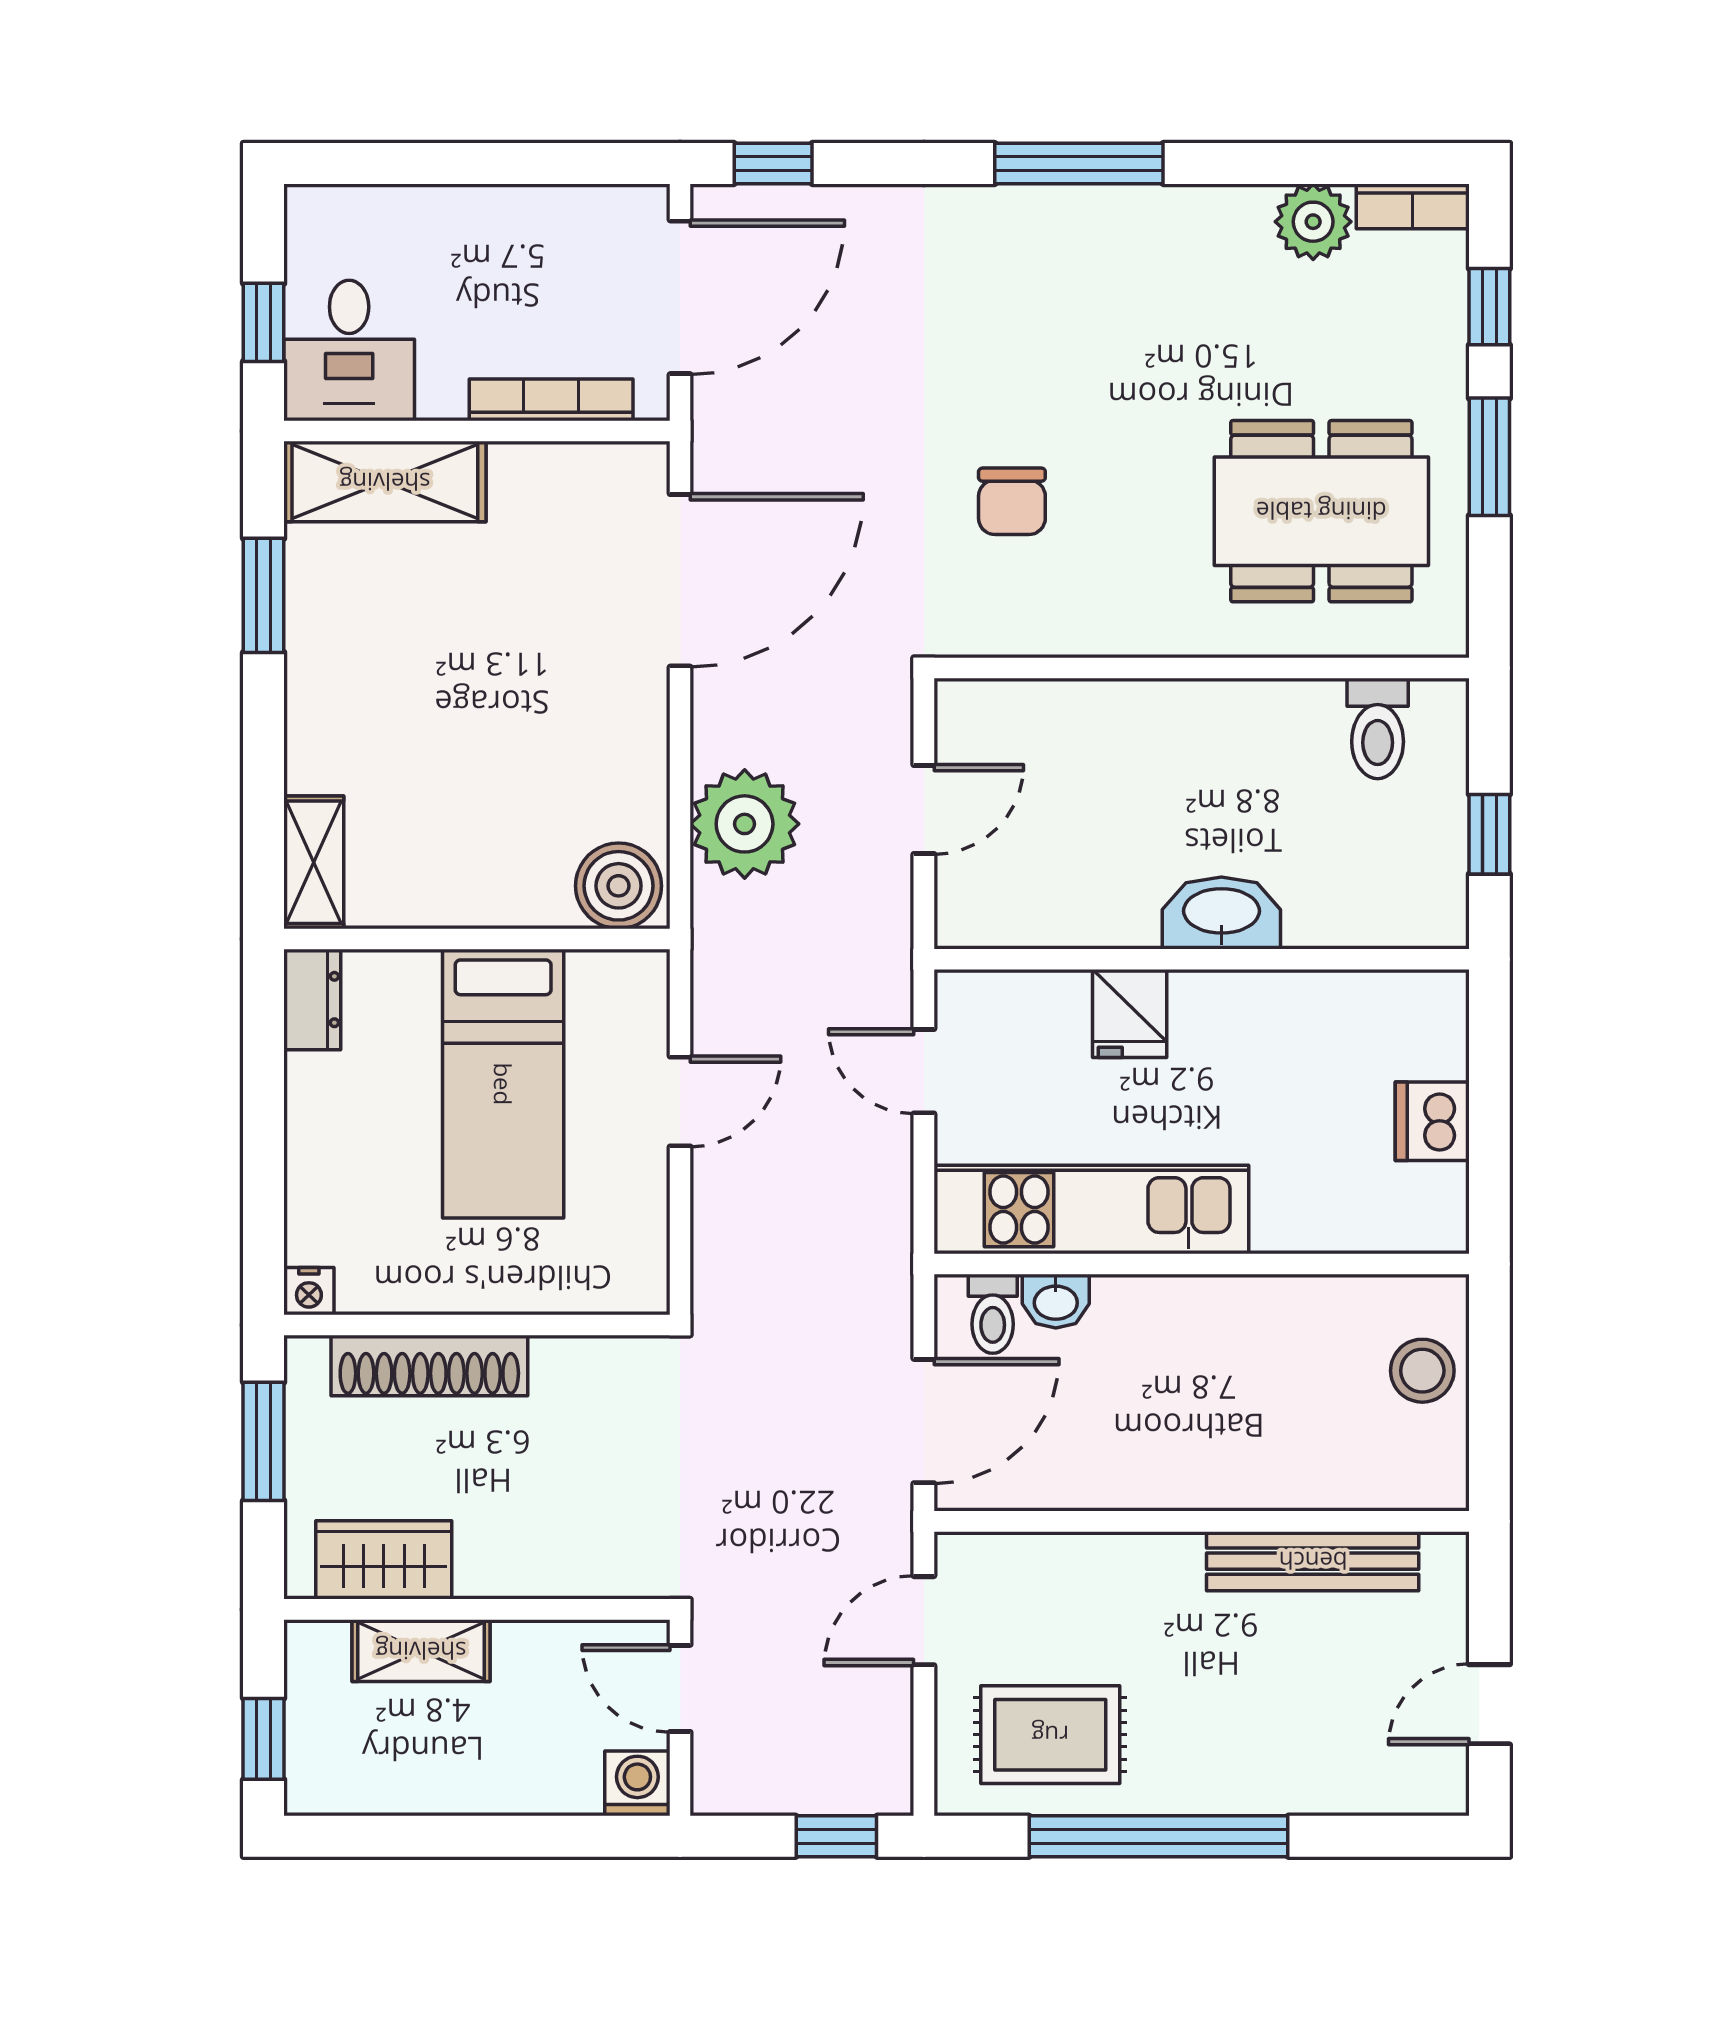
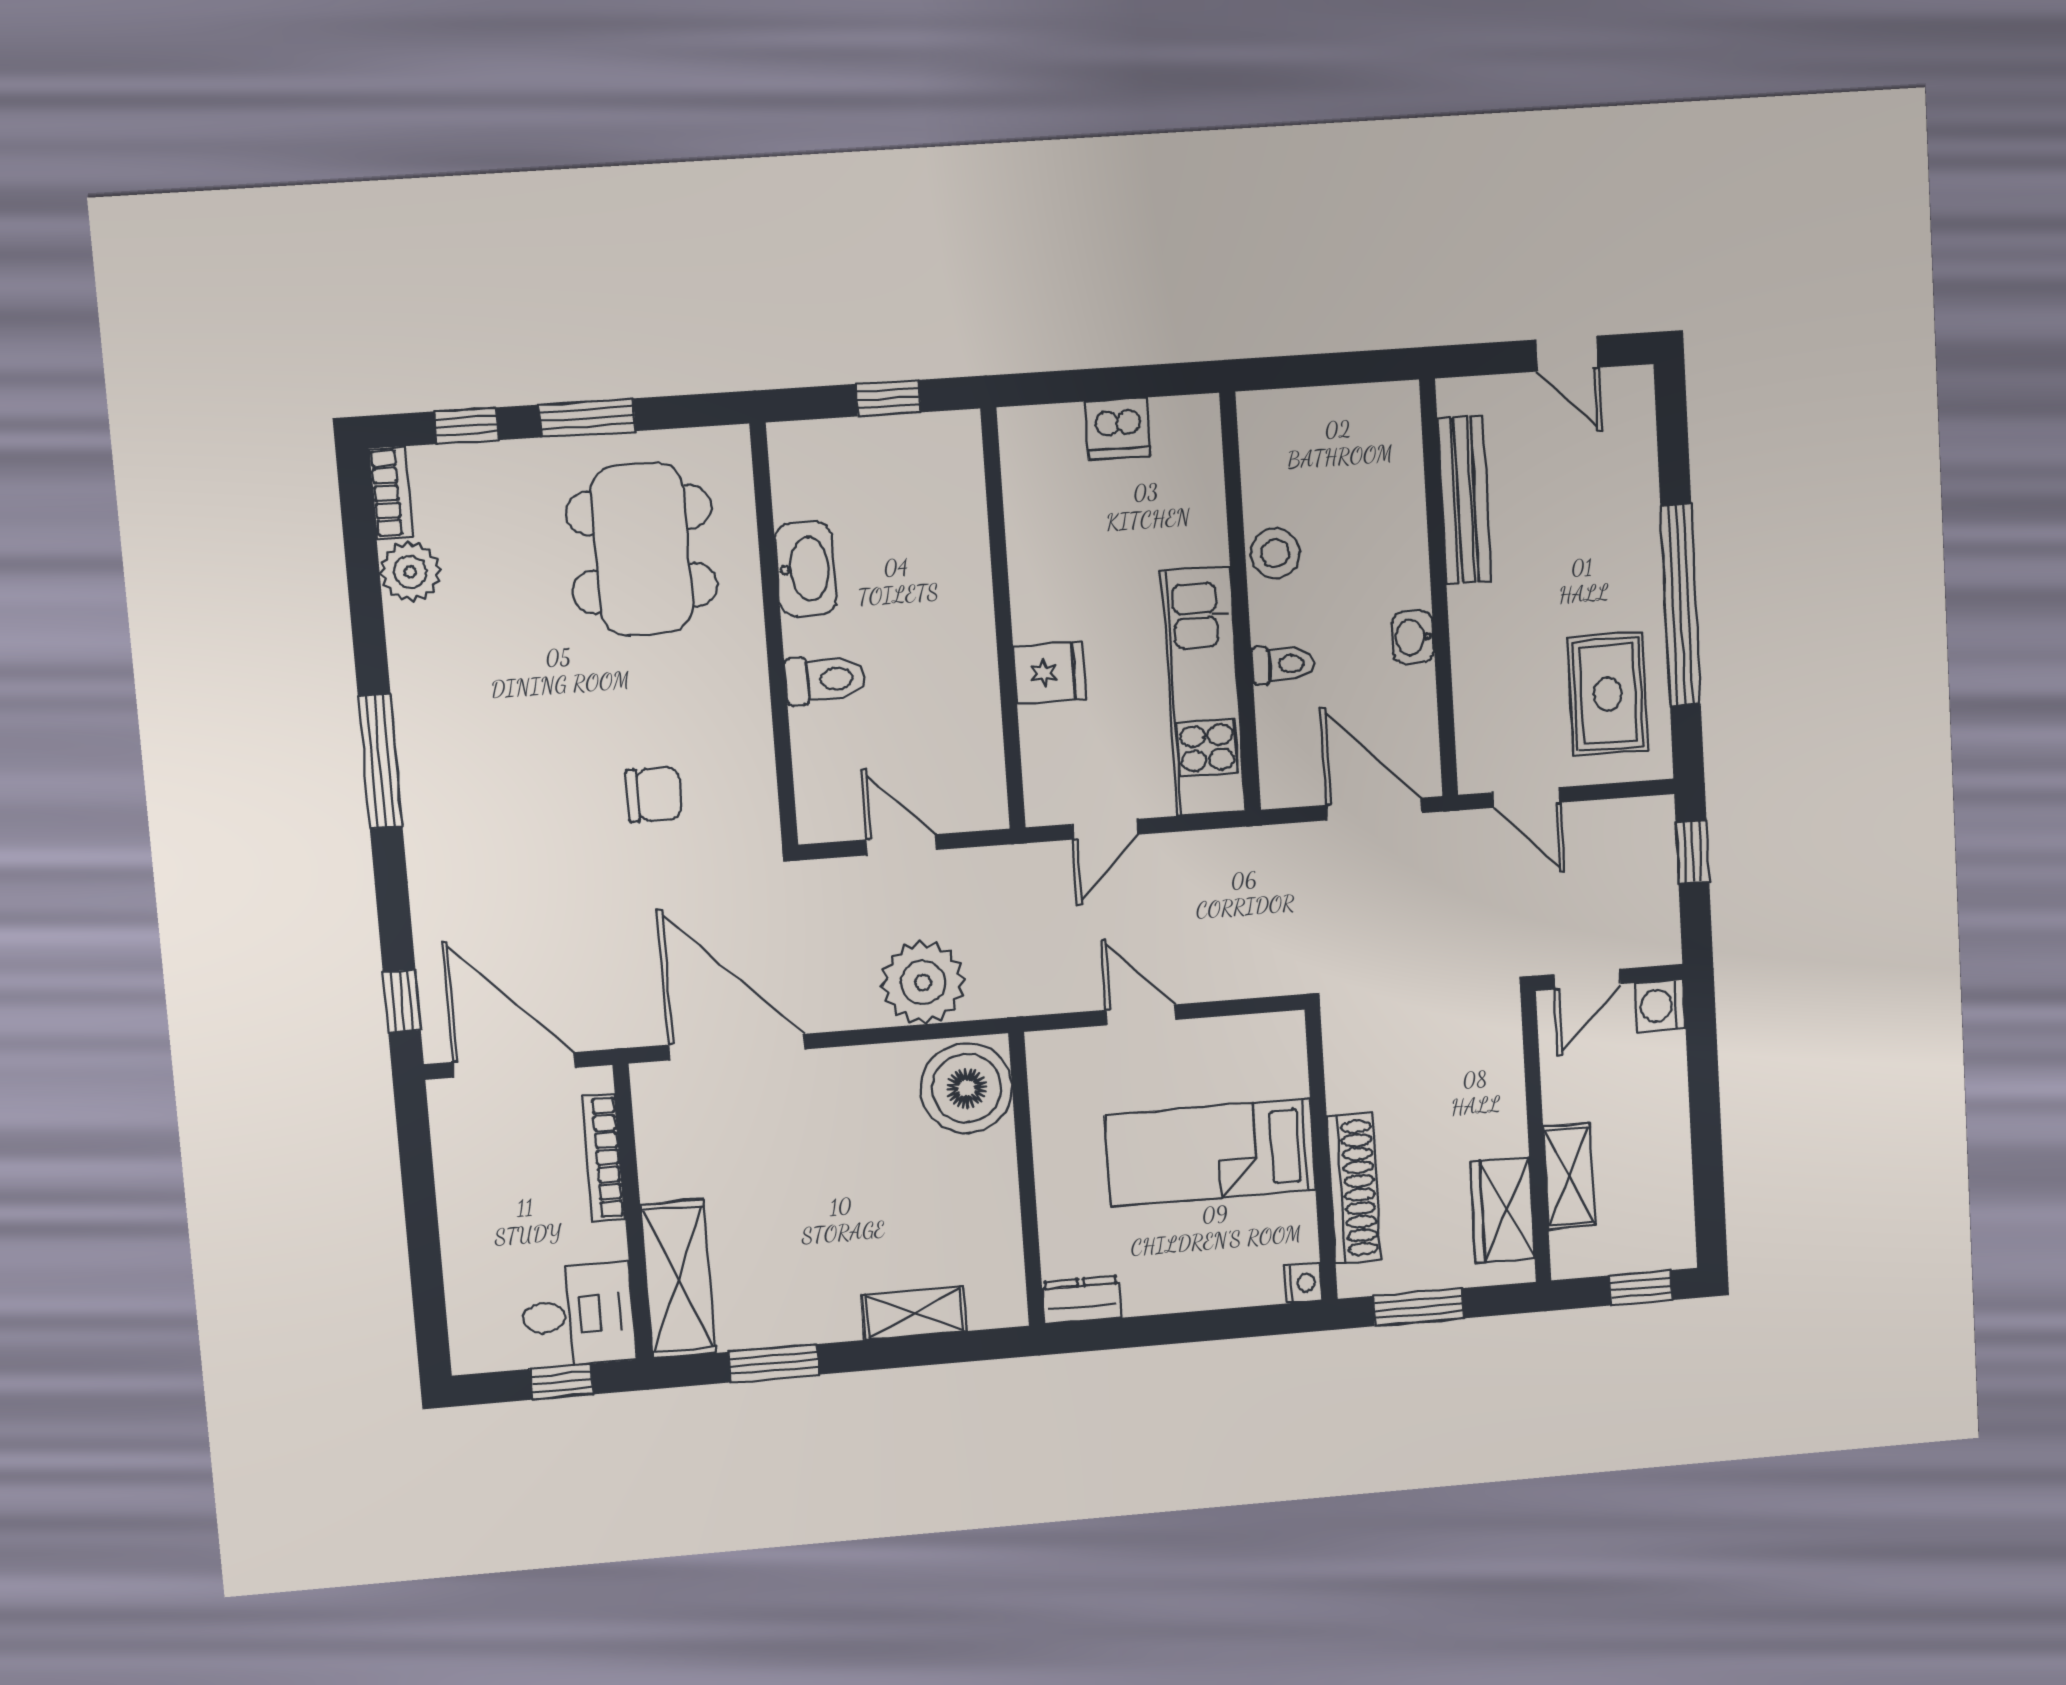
toilet: (1378, 728) -> (825, 680), moved
shelving: (314, 862) -> (914, 1313), moved
boiler: (619, 886) -> (967, 1088), width x1.37, depth x1.37
washbasin: (1221, 913) -> (806, 569), moved, turned 180
bed: (503, 1084) -> (1210, 1152), moved, turned 180
washbasin: (1056, 1301) -> (1413, 637), moved, turned 180
toilet: (993, 1314) -> (1283, 664), moved
stool: (1422, 1371) -> (1275, 553), moved

